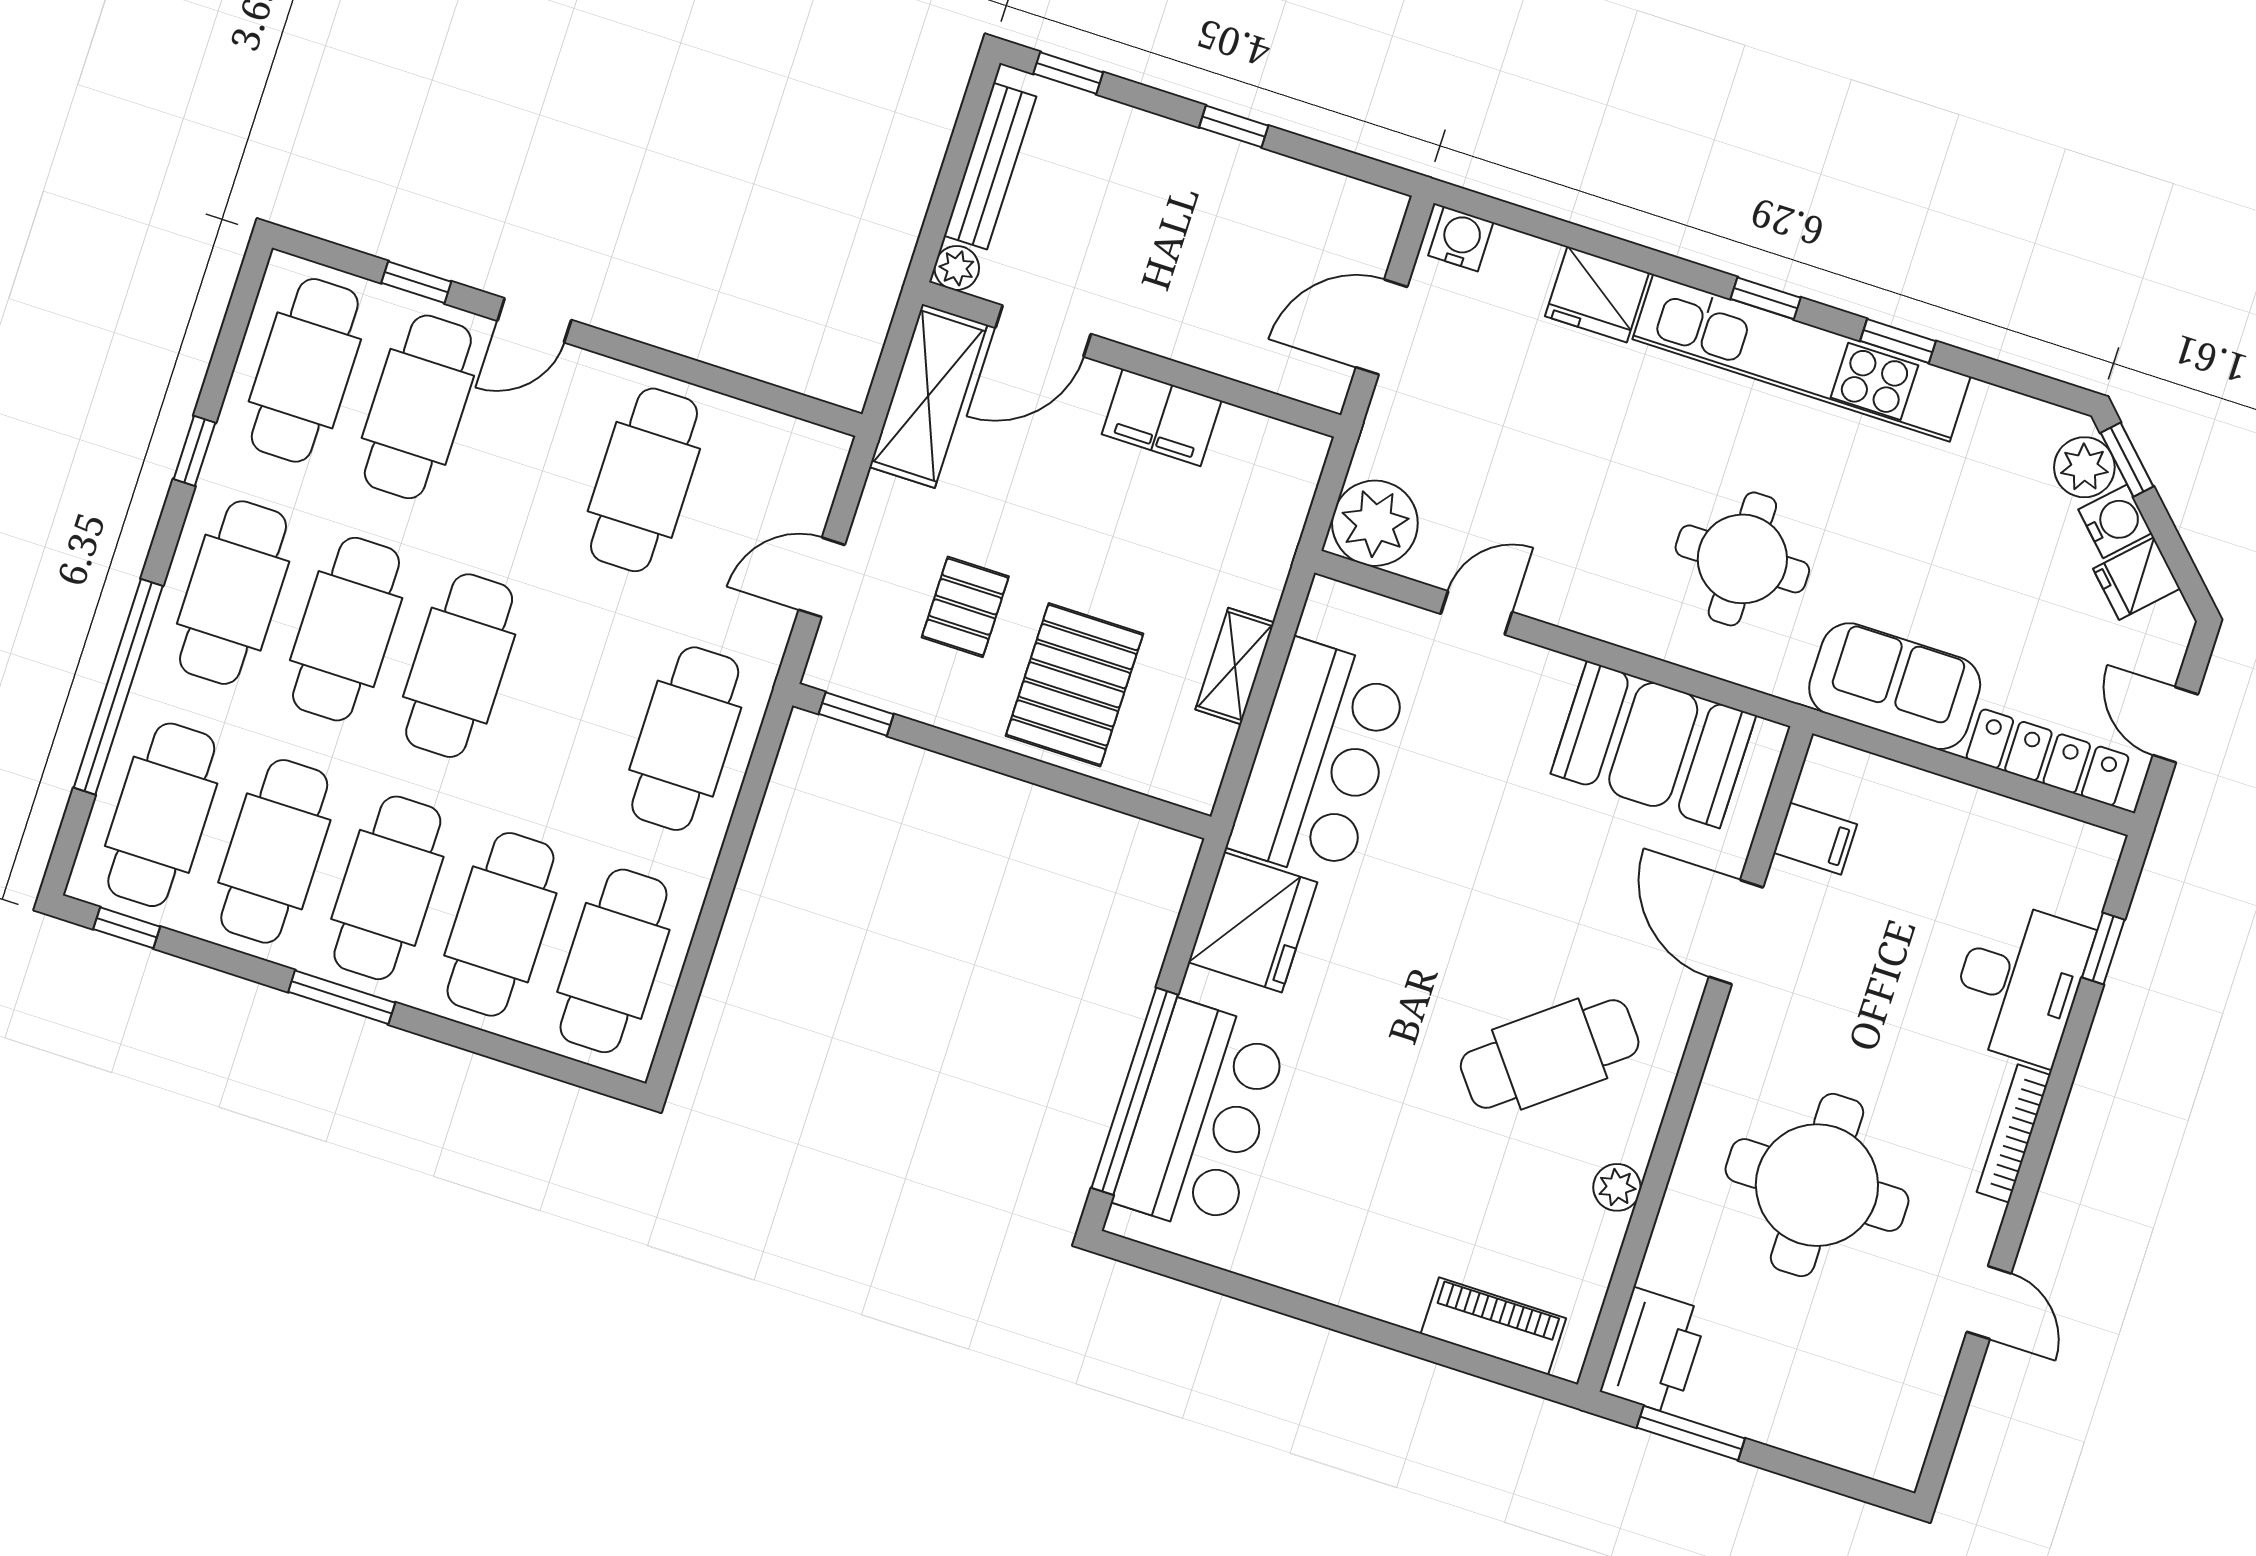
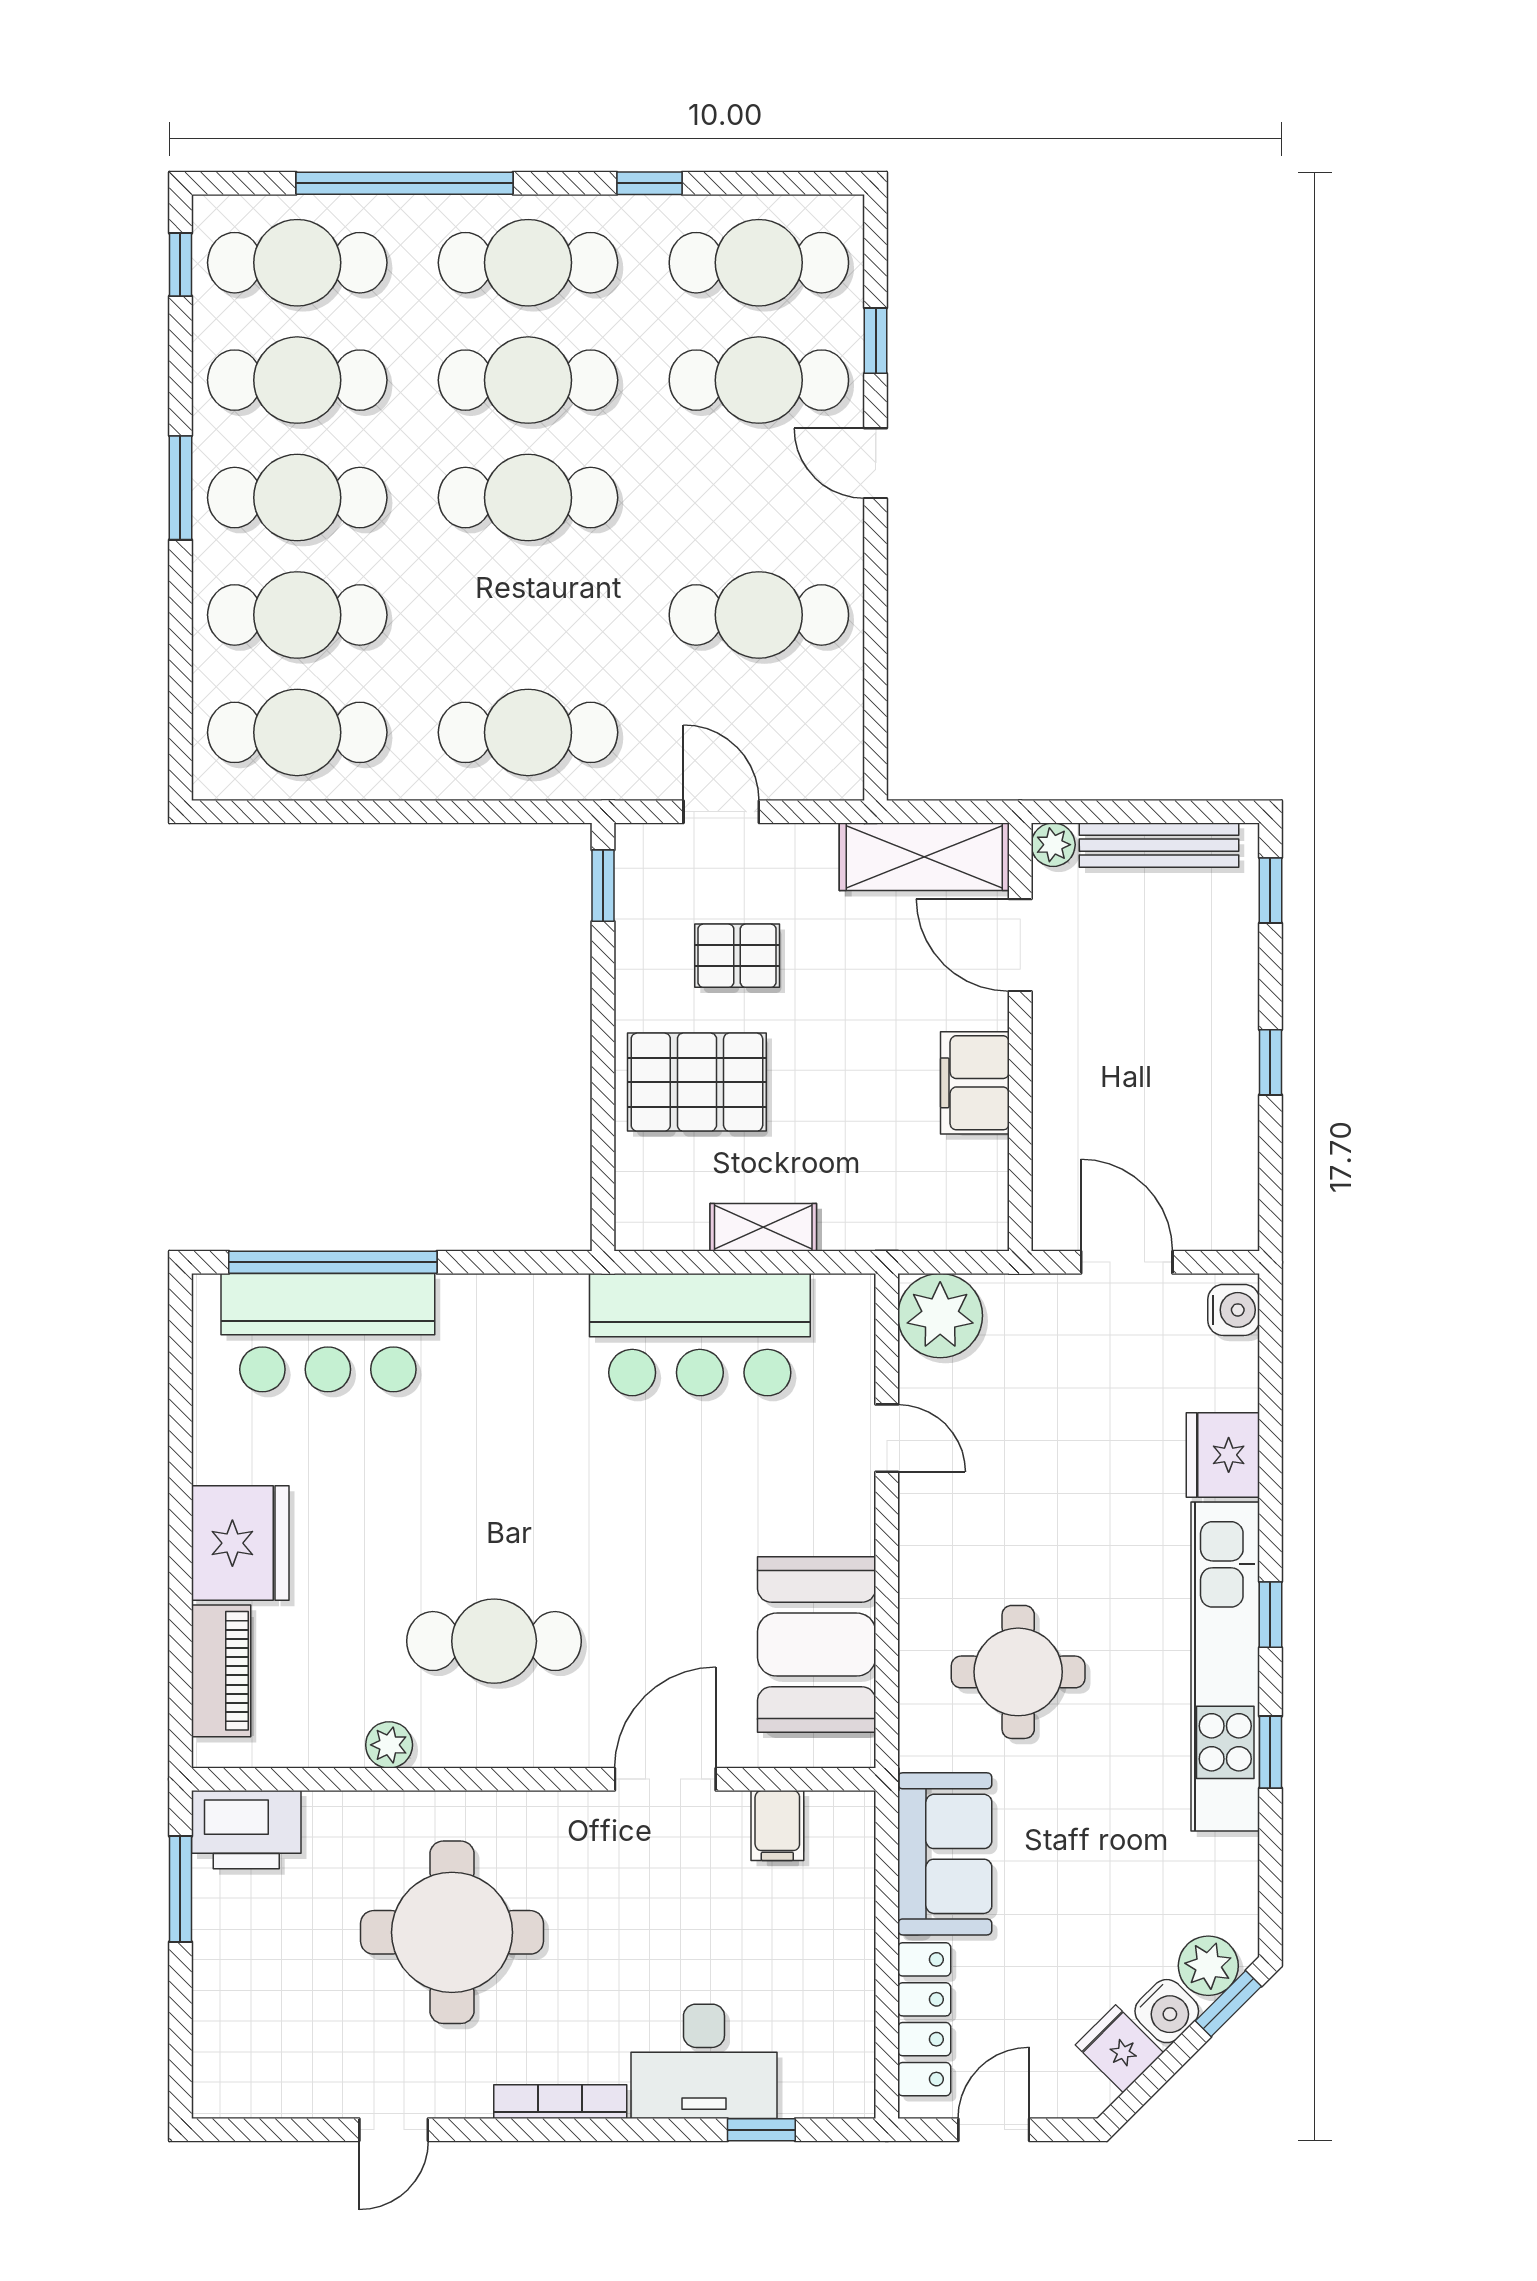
fridge: (1253, 922) -> (240, 1543), moved, turned -90
cafe table: (1550, 1054) -> (494, 1641), turned -52

